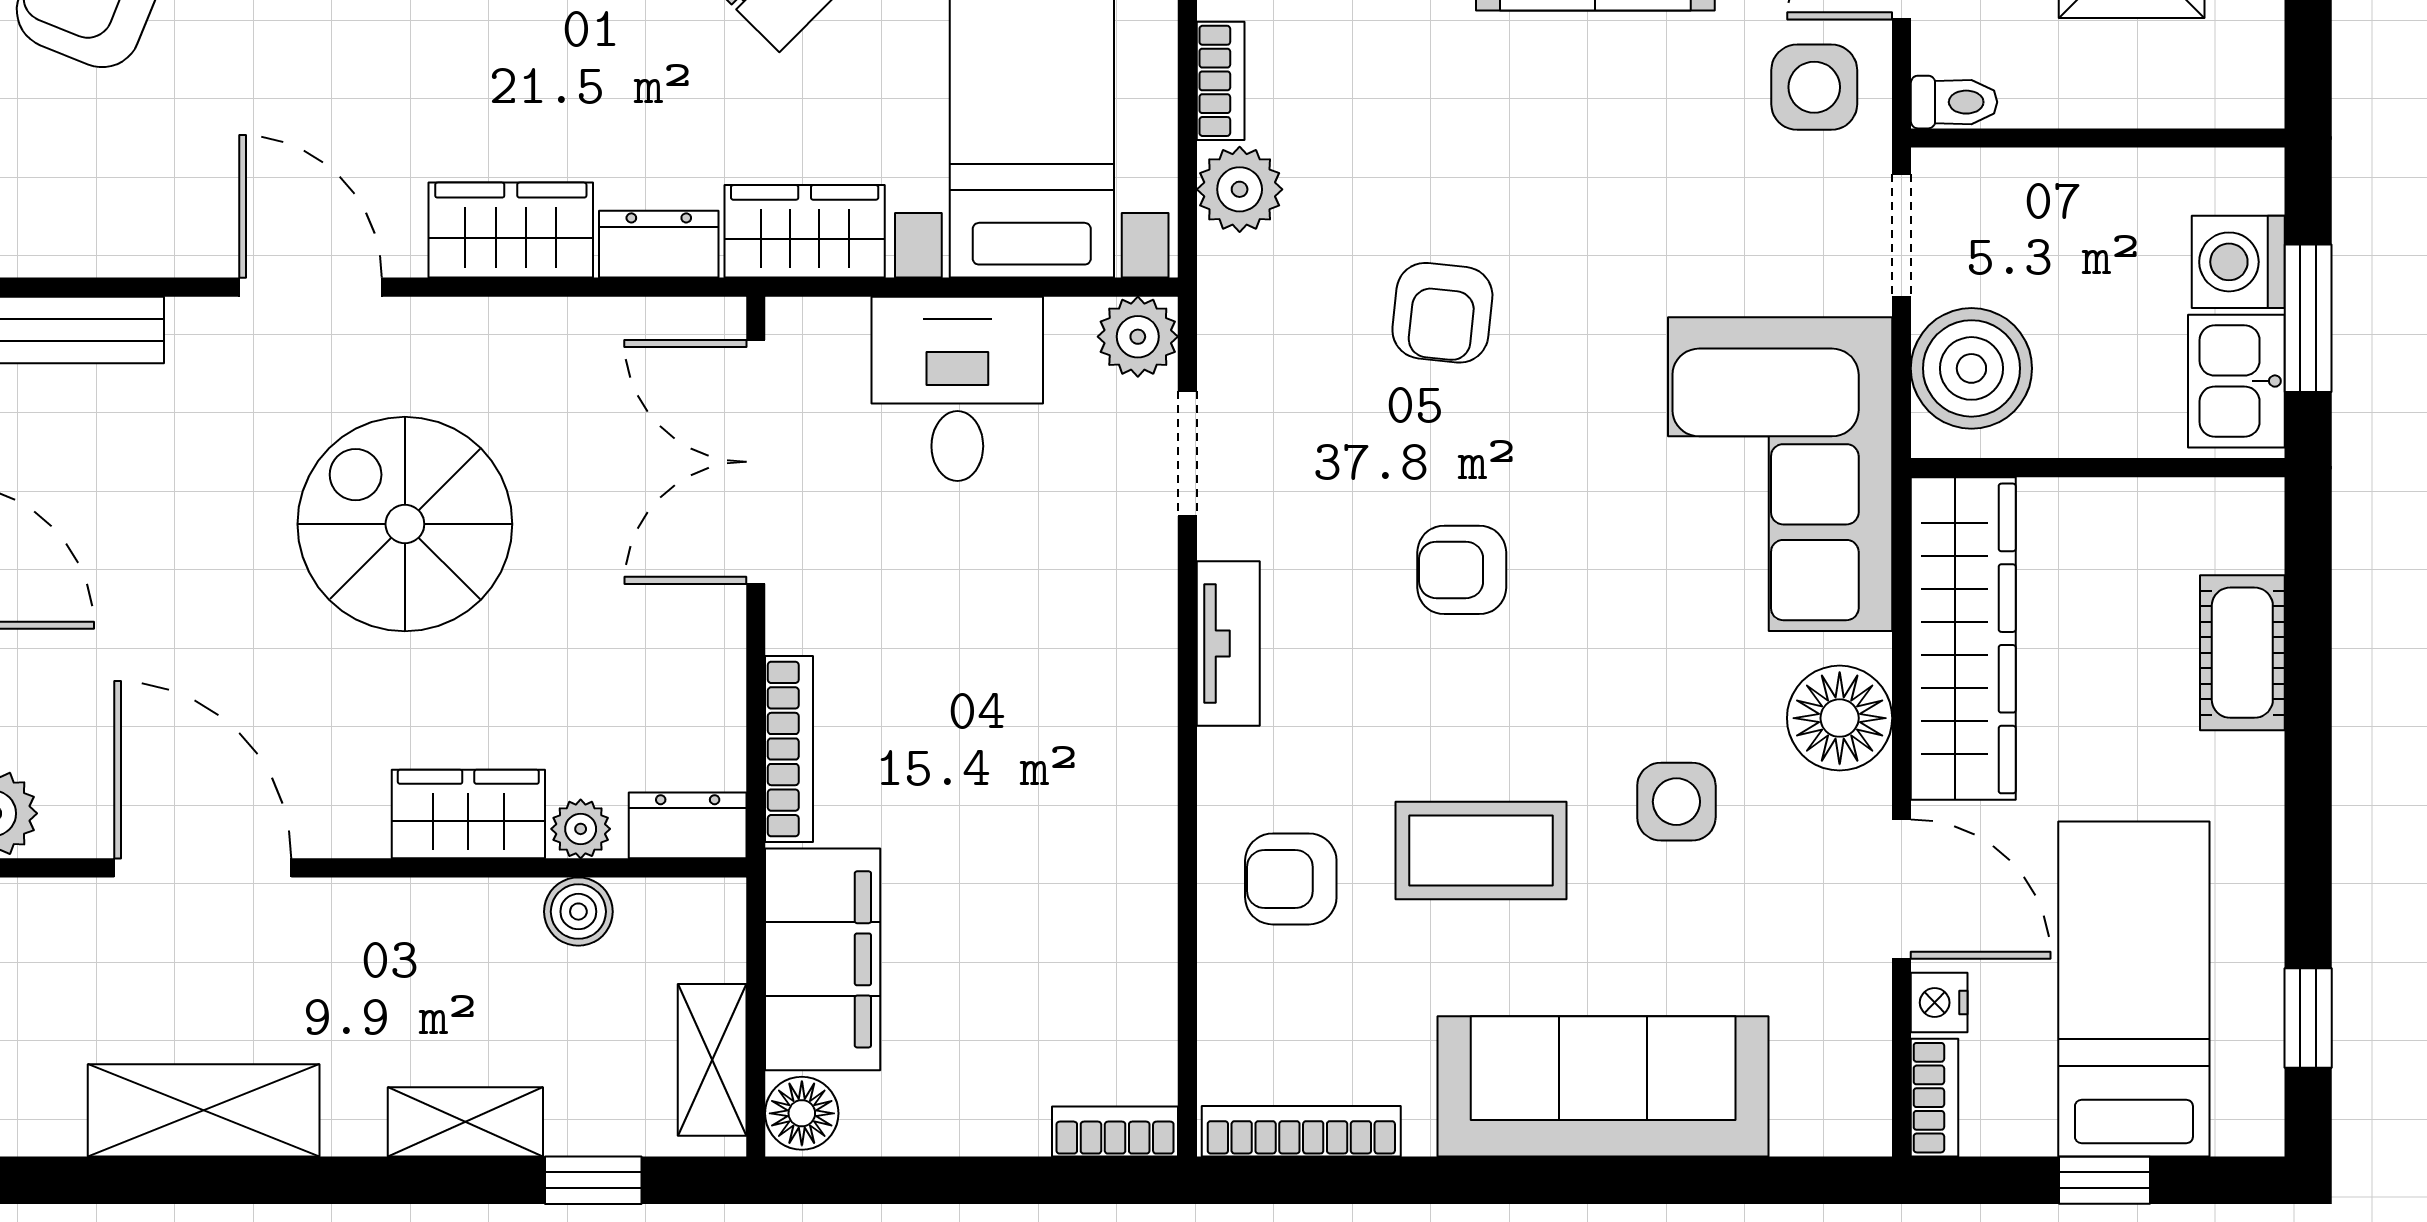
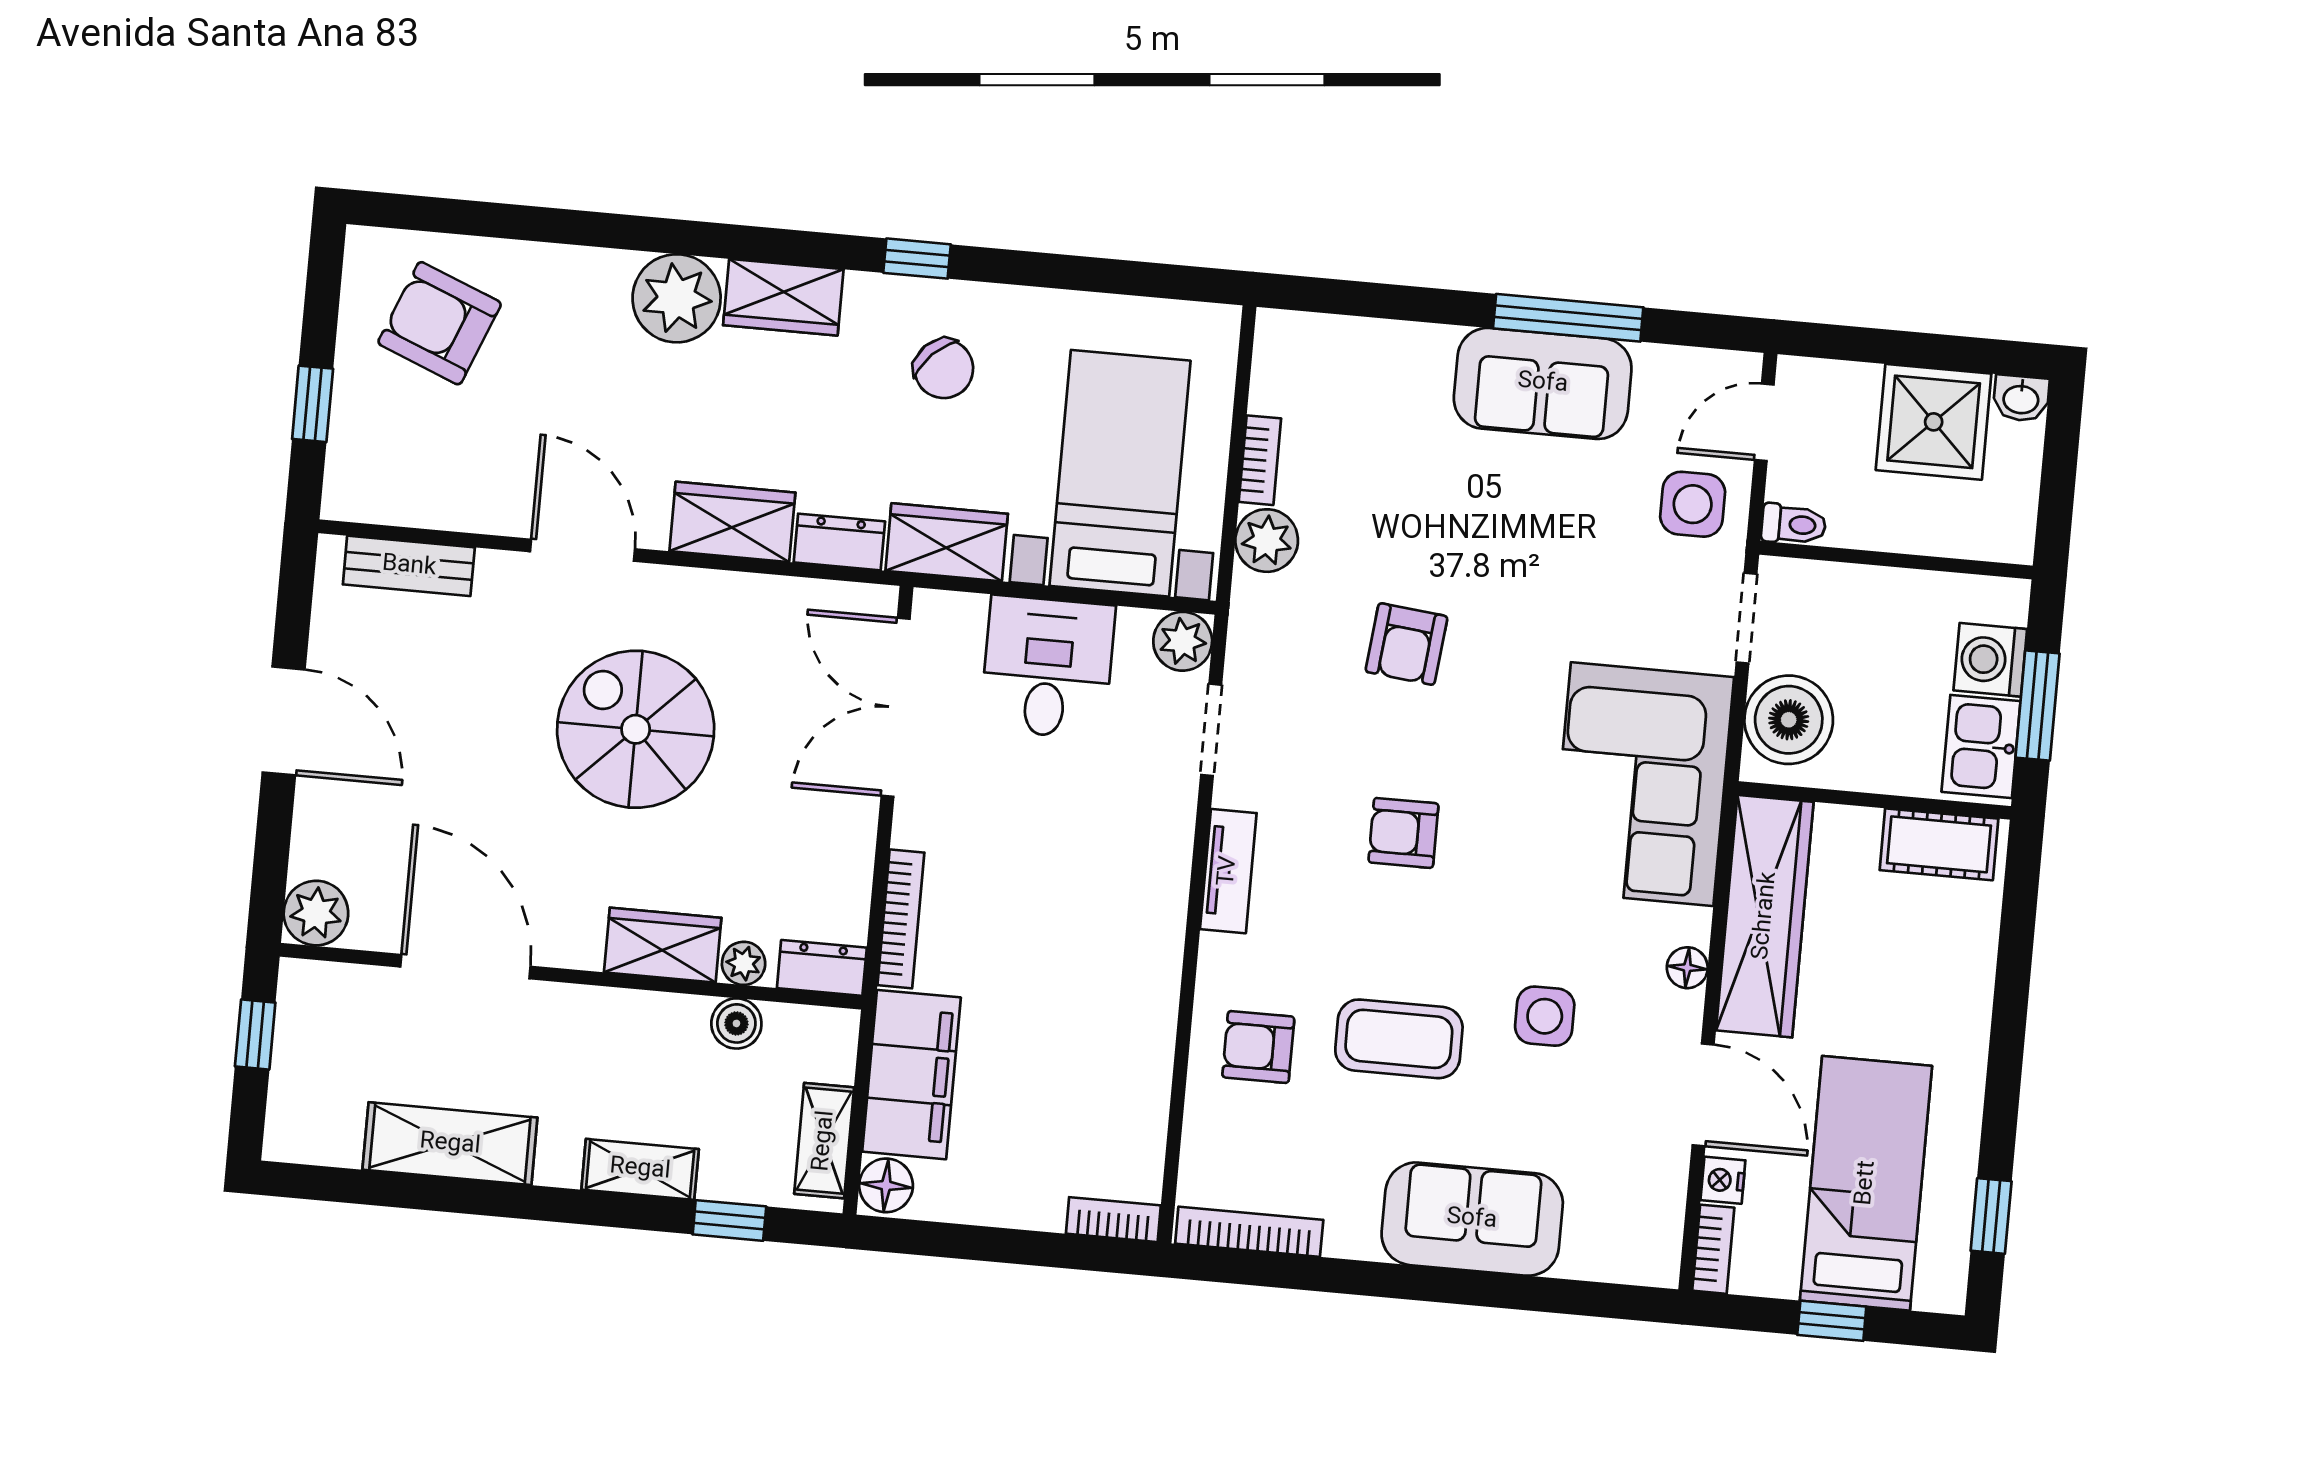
cot: (2242, 653) -> (1939, 844), moved, turned 90
floor lamp: (1840, 718) -> (1687, 968), width x0.53, depth x0.53
sofa: (1603, 1086) -> (1472, 1219), width x0.73

